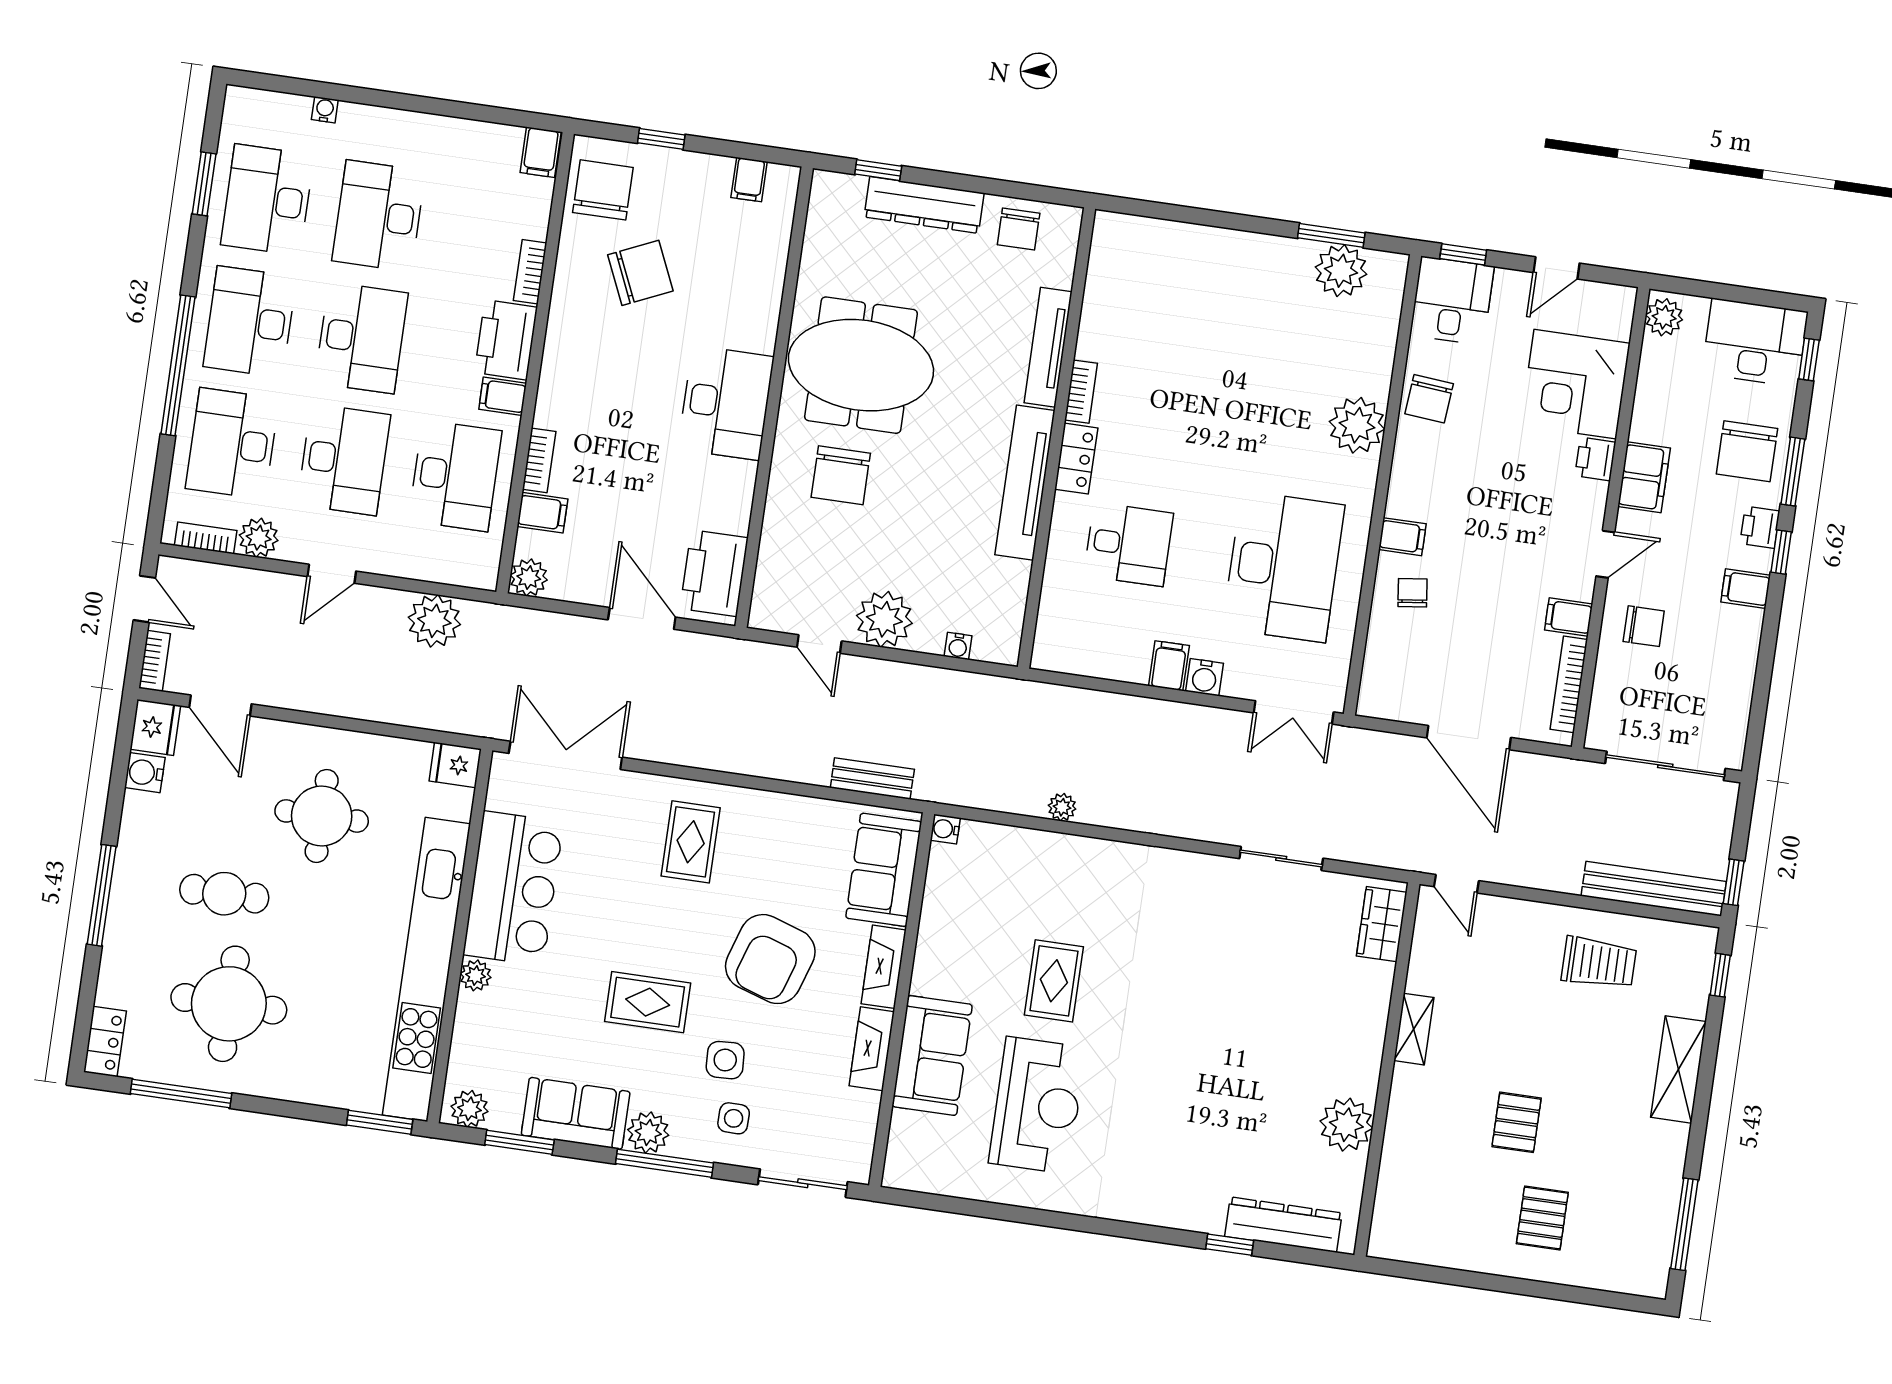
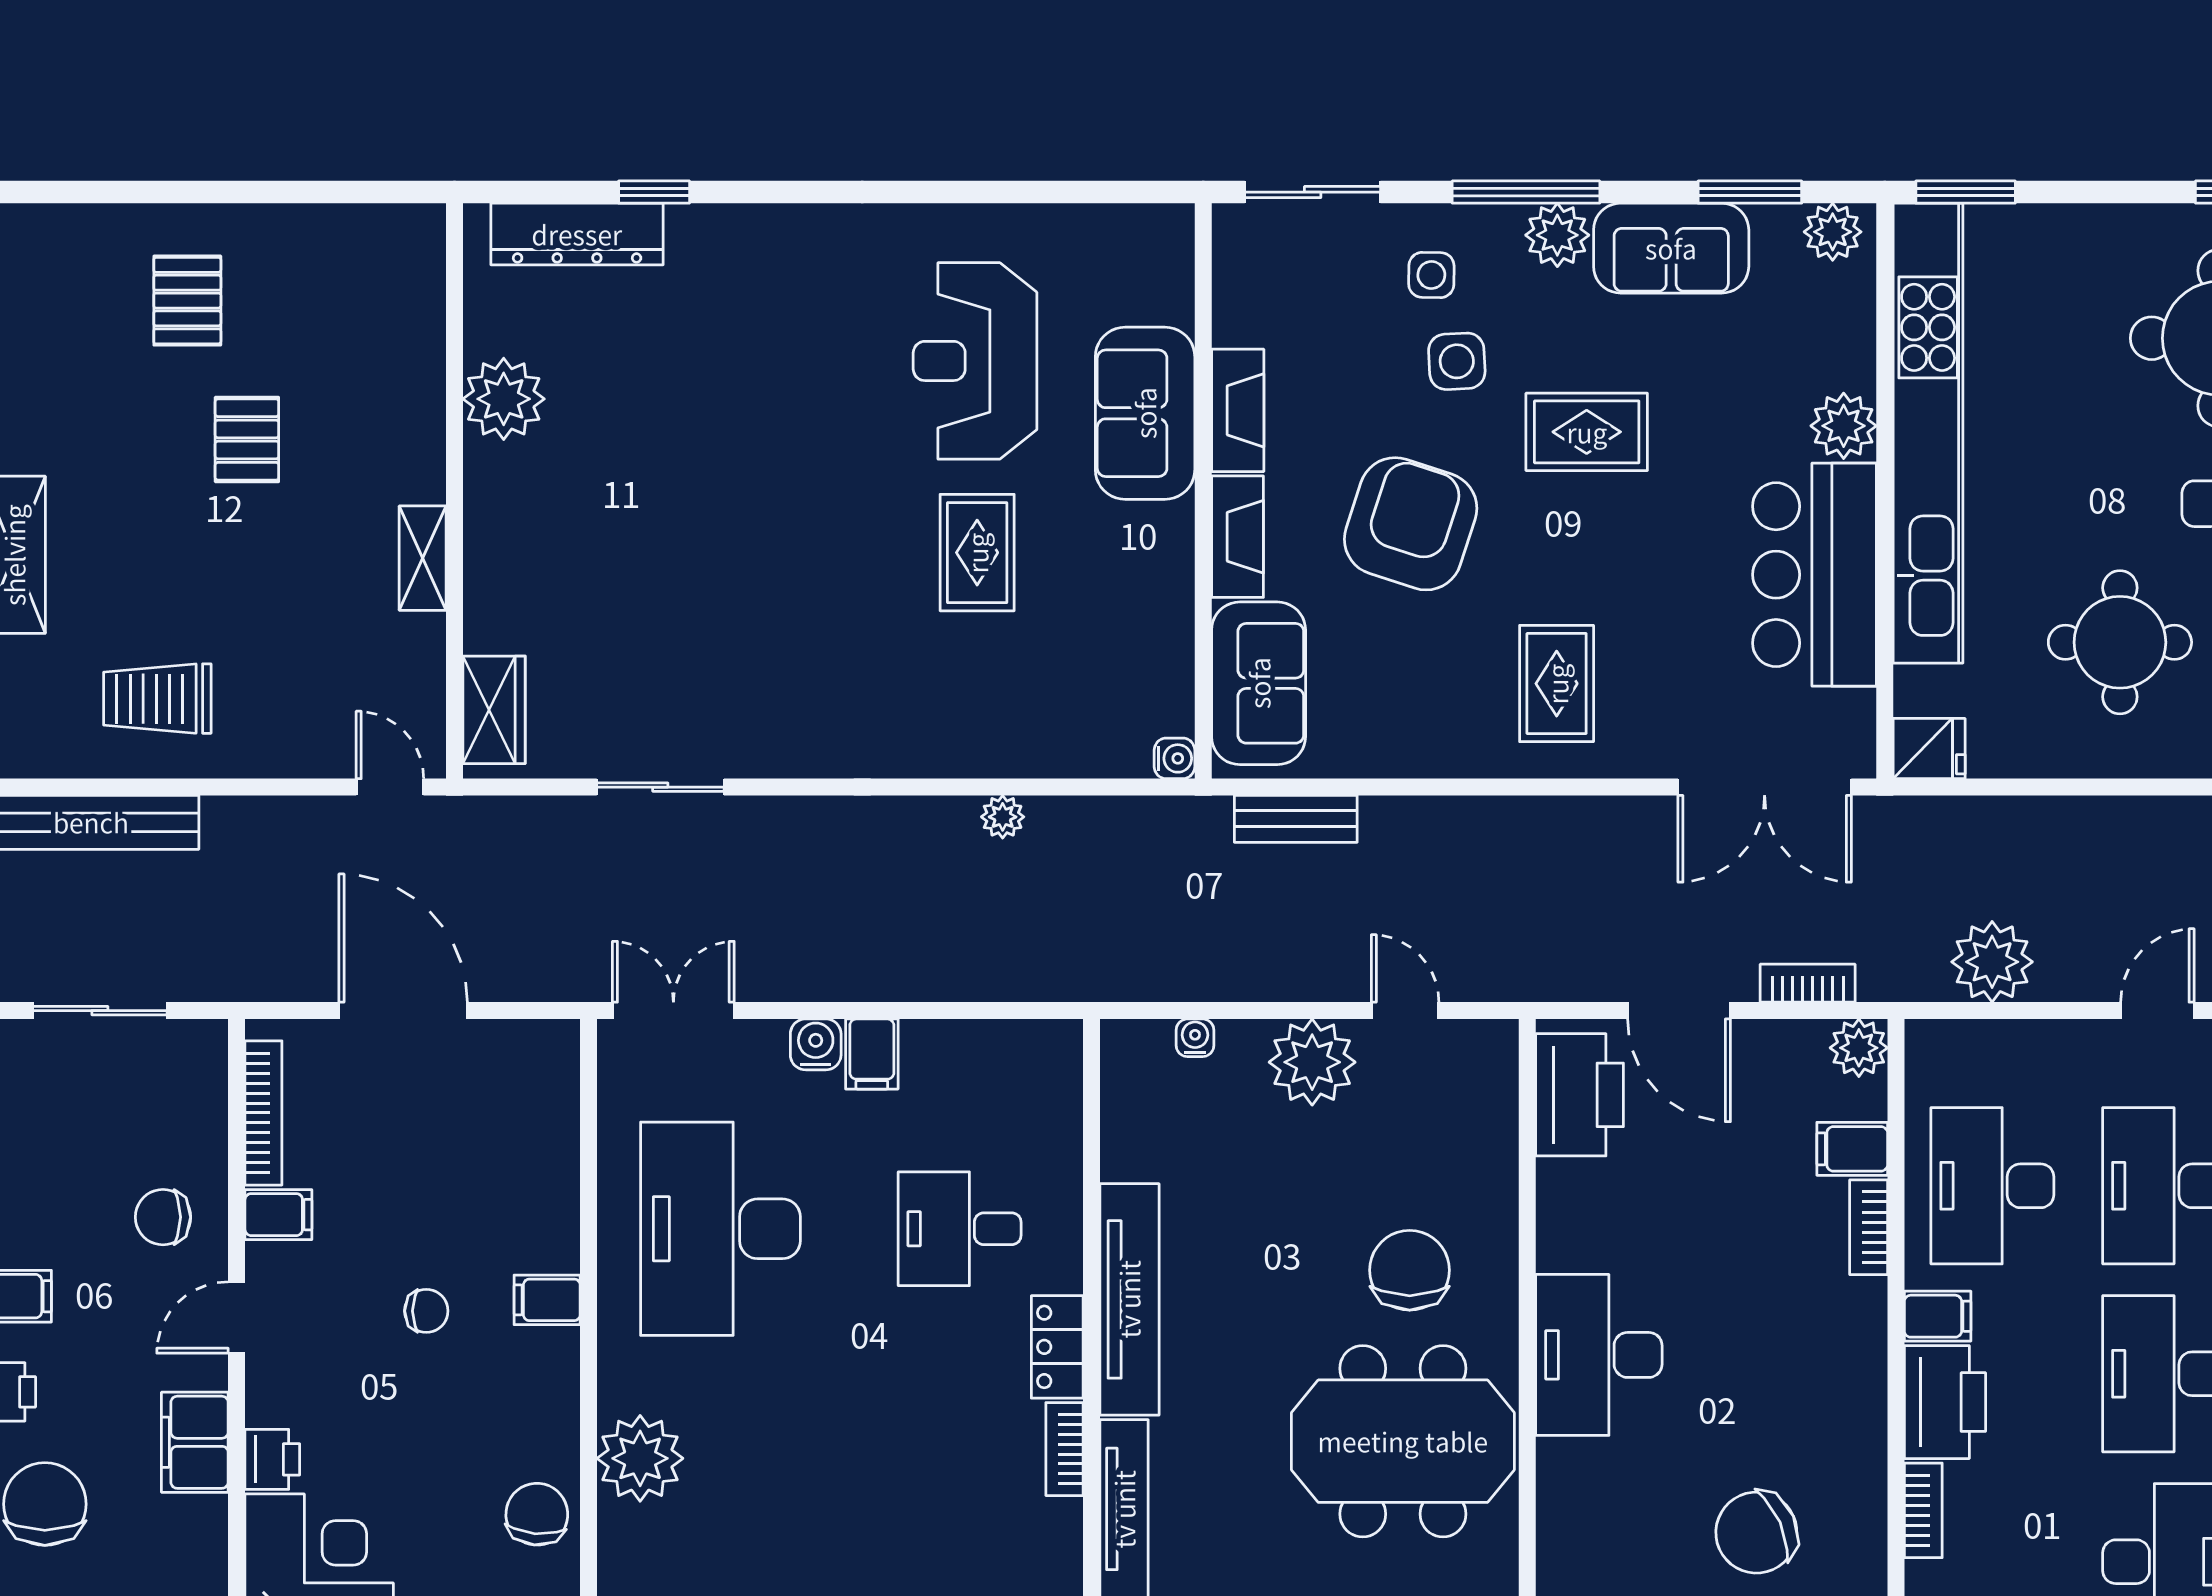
chair: (1413, 593) -> (426, 1311), moved, turned -83
bookcase: (556, 624) -> (1808, 983), added
sliding door: (1665, 766) -> (100, 1011), width x0.73
plant: (476, 975) -> (1844, 426), width x1.38, depth x1.38

